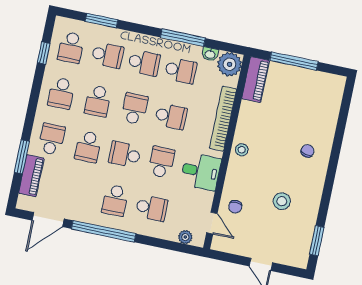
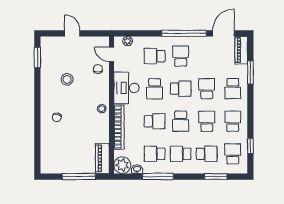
school desk: (107, 55) -> (207, 154), turned 180
school desk: (171, 116) -> (155, 121), turned 180
desk: (201, 172) -> (126, 88), width x1.37
piano: (31, 176) -> (241, 50), moved

